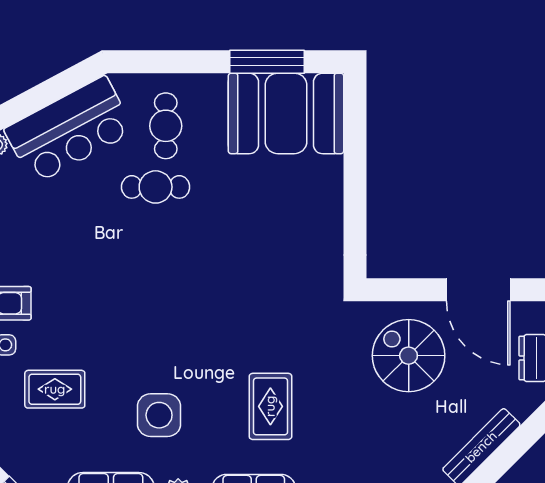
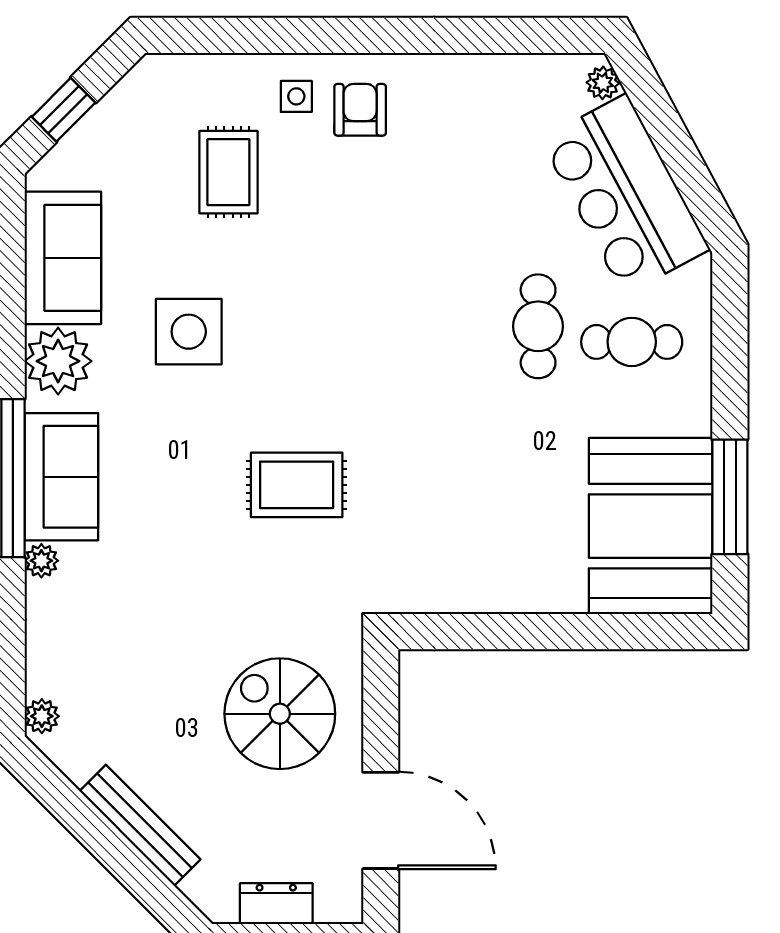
door: (478, 290) -> (381, 820), swing flipped
spiral stairs: (409, 356) -> (280, 714), turned -90
rug: (270, 406) -> (297, 485), moved

